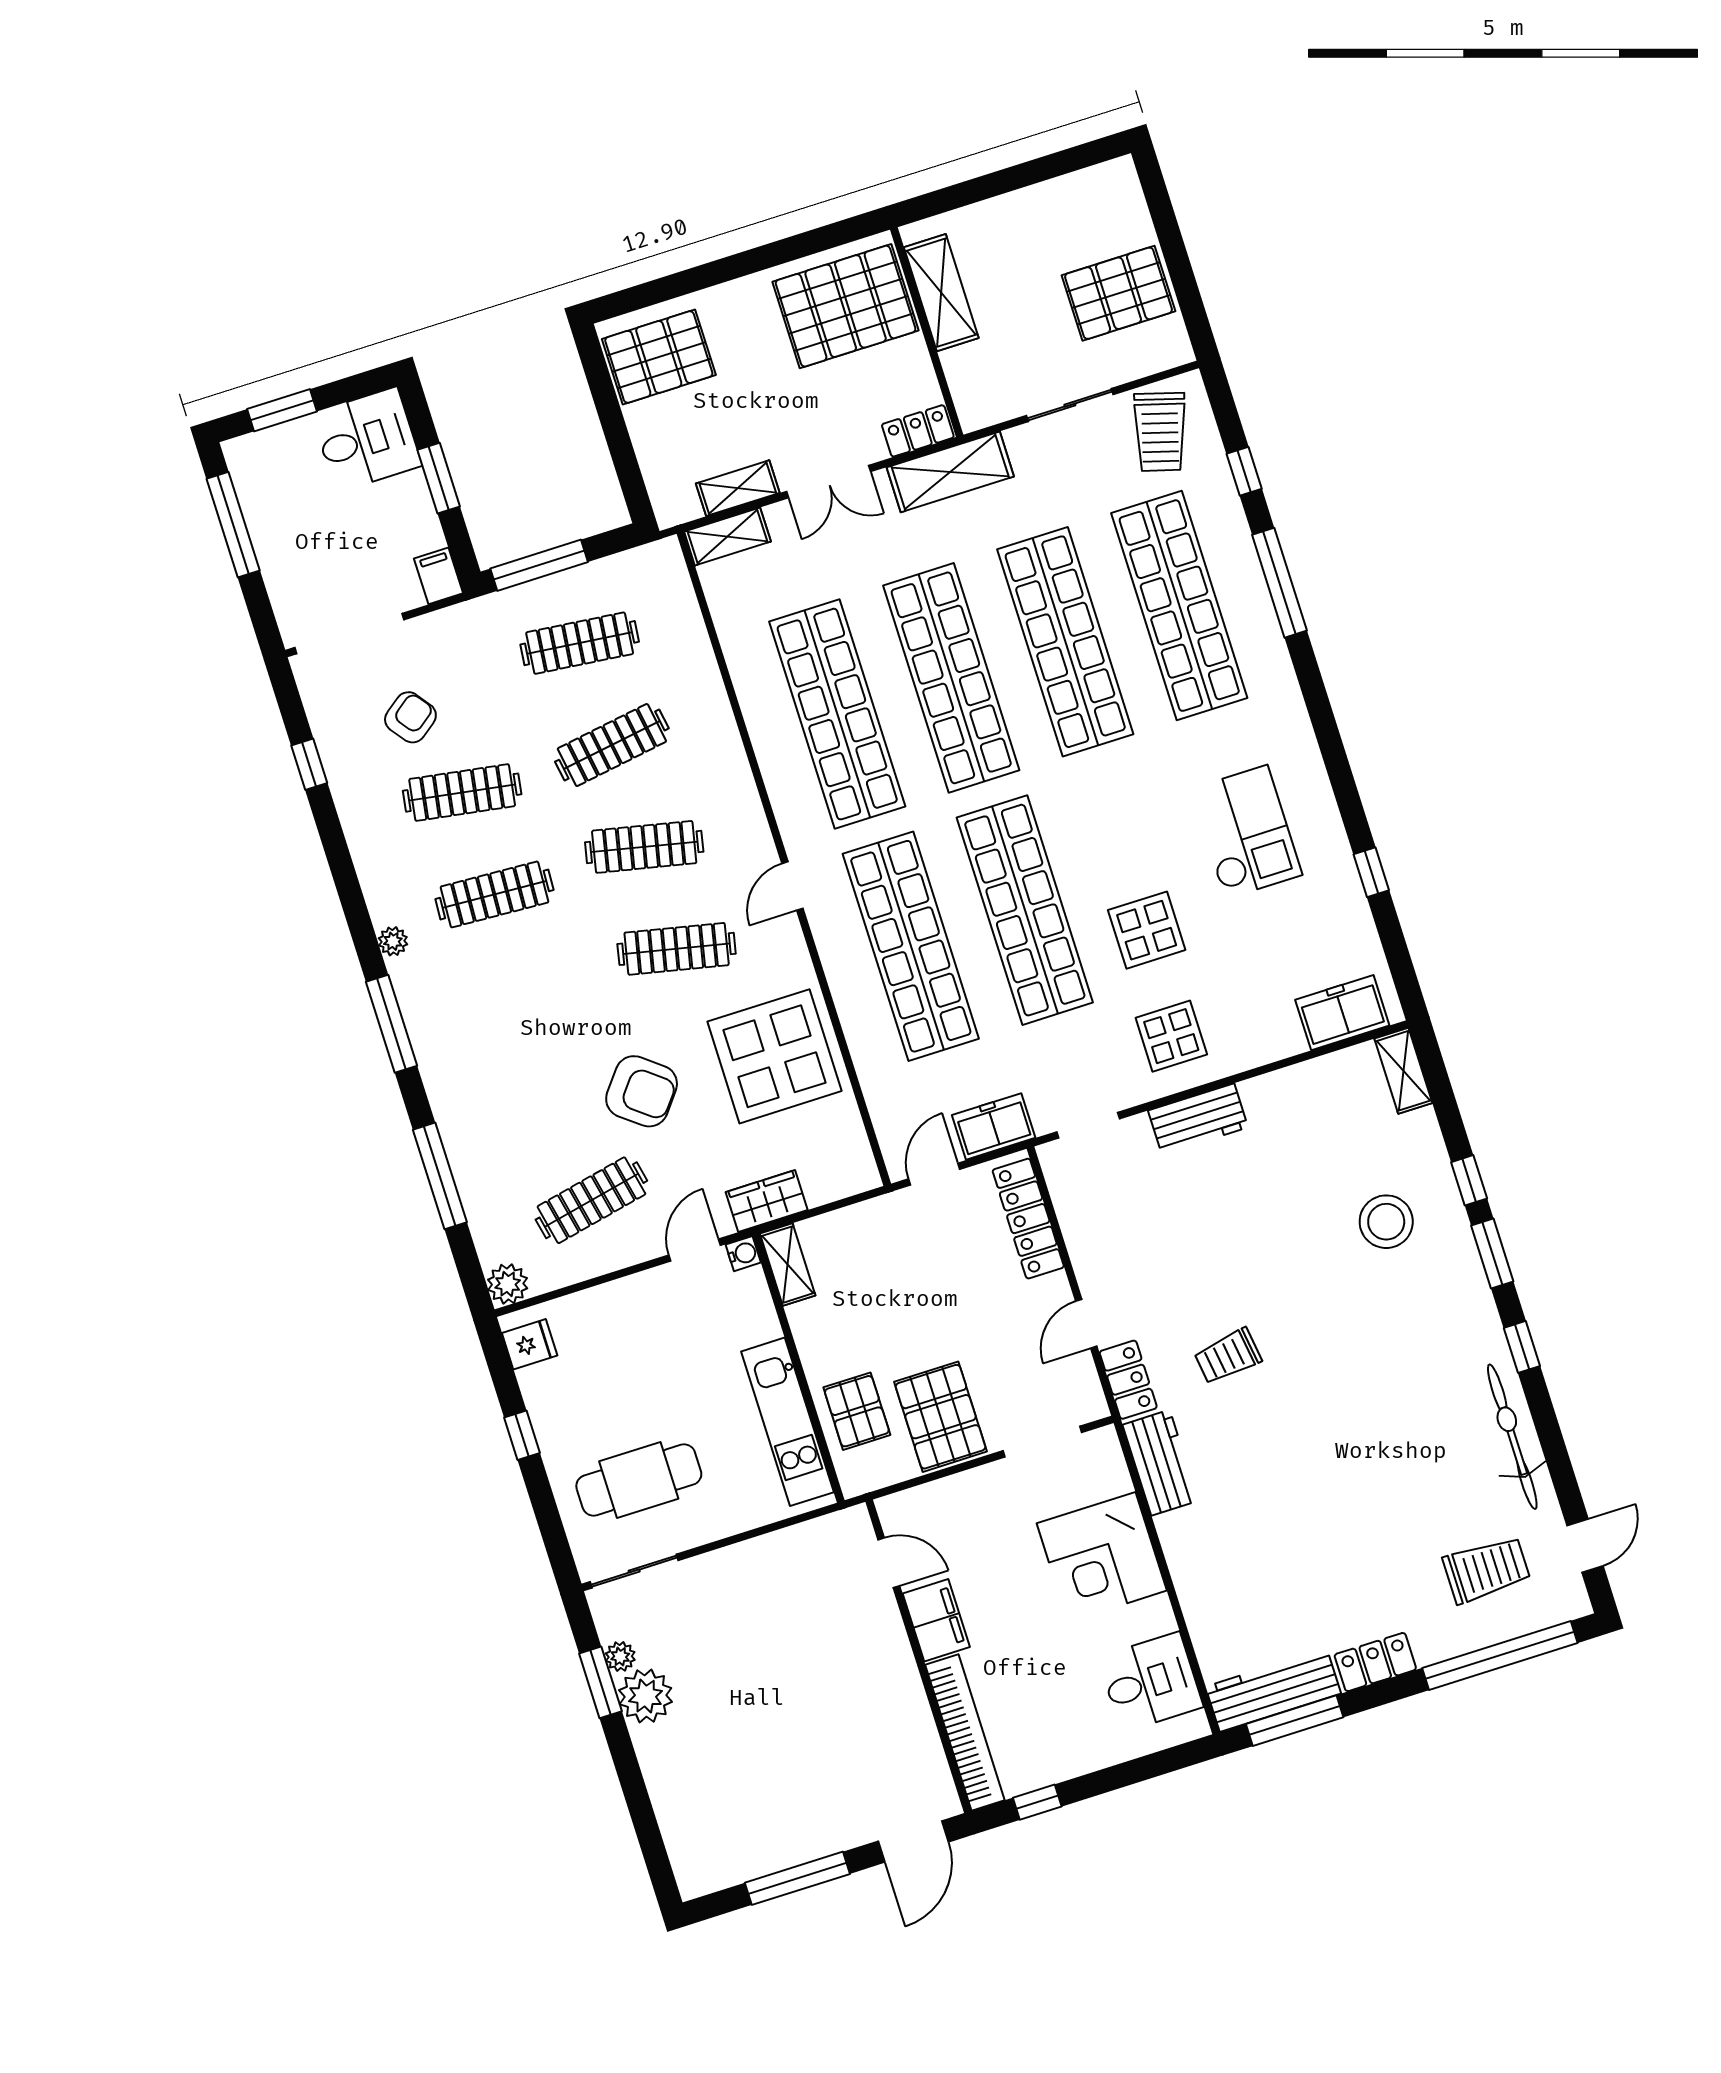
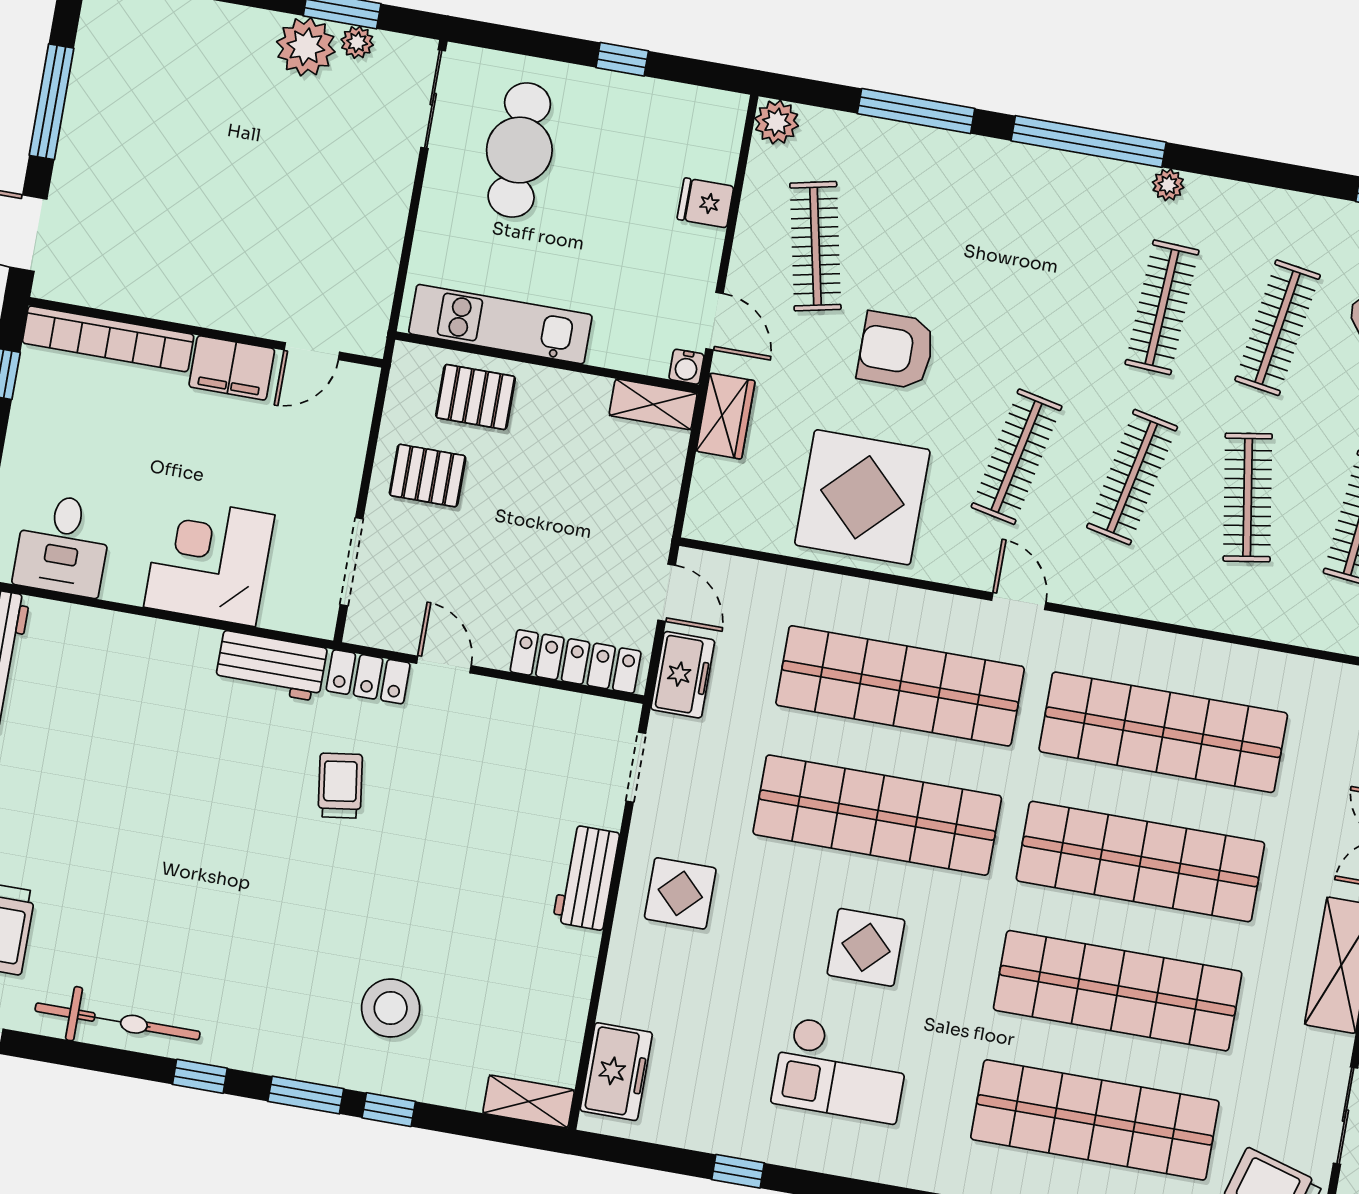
display table: (1147, 930) -> (866, 947), moved
window: (392, 1024) -> (1089, 141), width x1.46
armchair: (642, 1091) -> (896, 350), turned 52
fridge: (530, 1344) -> (705, 203), moved, turned 90
pallet: (941, 1417) -> (428, 476), width x0.67, depth x0.71

